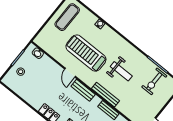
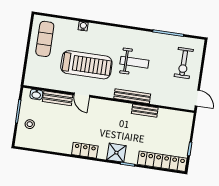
treadmill: (86, 53) -> (86, 65), turned 180
exercise bike: (154, 81) -> (184, 63), moved
bench: (83, 90) -> (58, 98), moved

